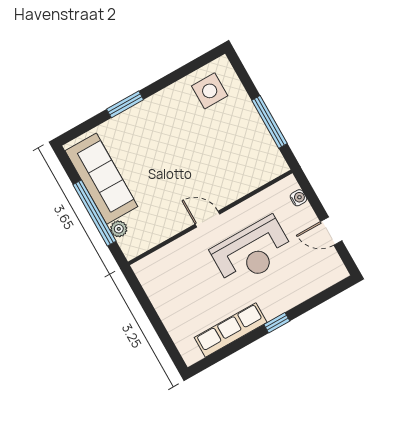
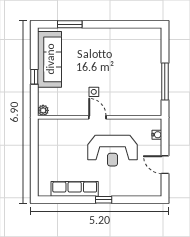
side table: (210, 91) -> (94, 92), moved, width x0.54, depth x0.54
window: (125, 104) -> (70, 24), moved
window: (94, 213) -> (34, 77), width x0.32
plant: (119, 229) -> (43, 110), moved

